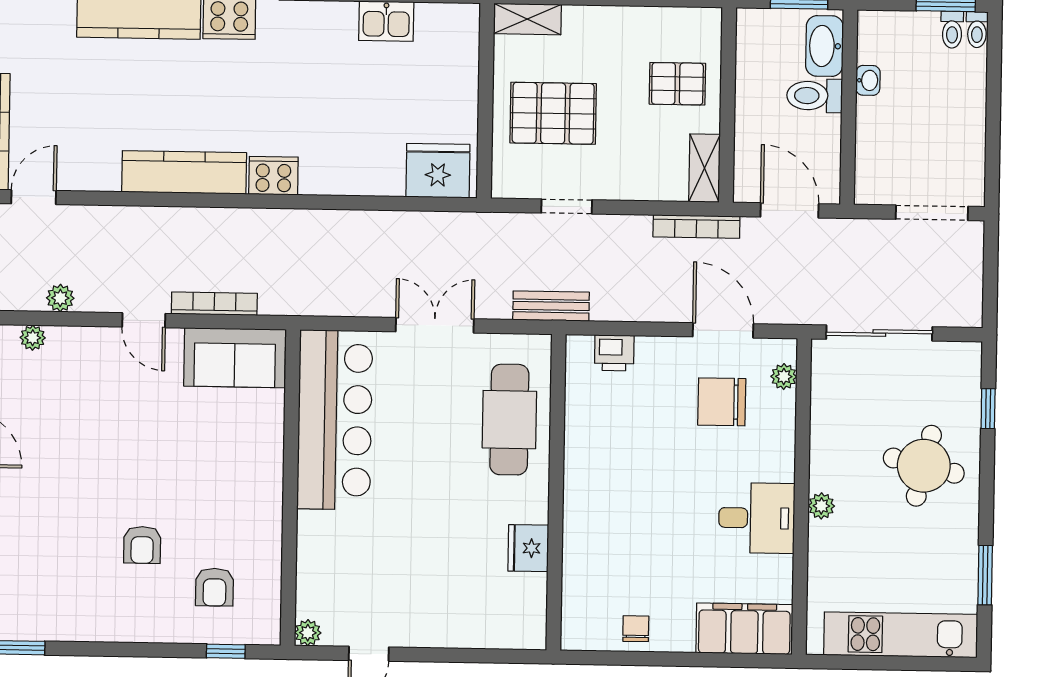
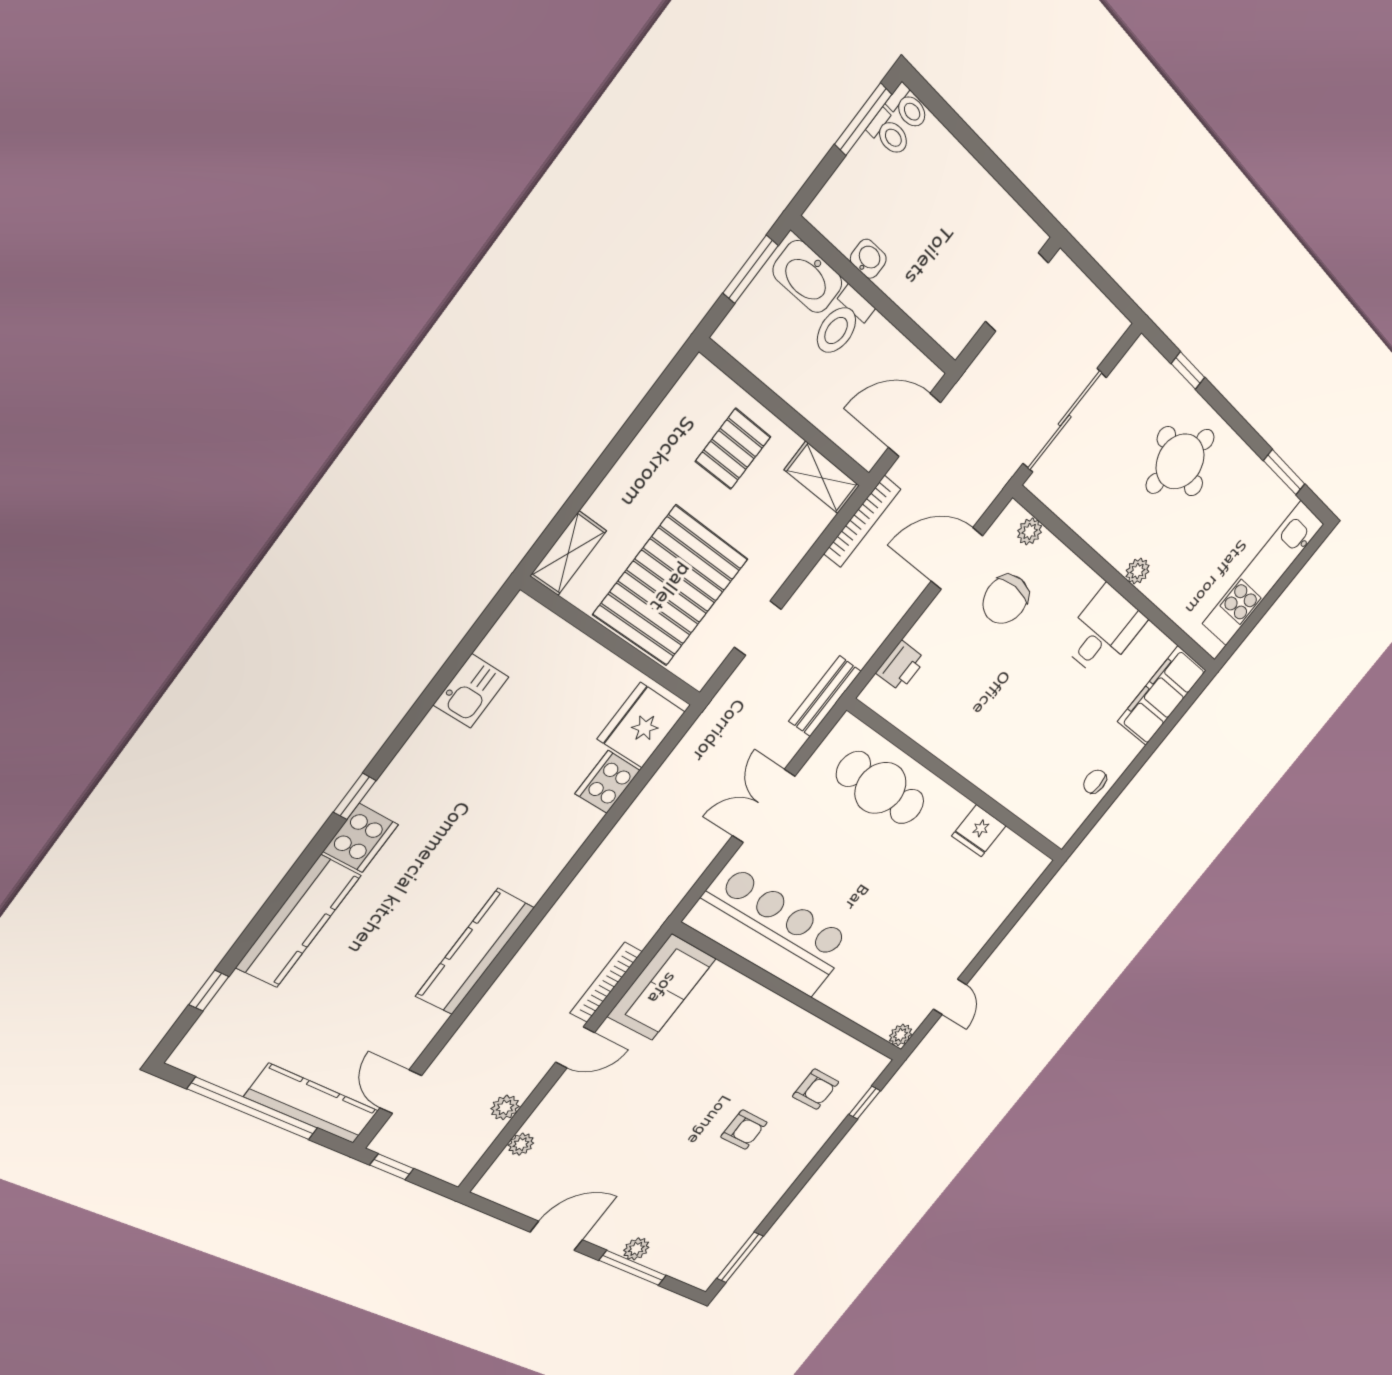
pallet: (553, 113) -> (671, 587), width x1.37, depth x1.41
cooker: (273, 176) -> (608, 782), moved

